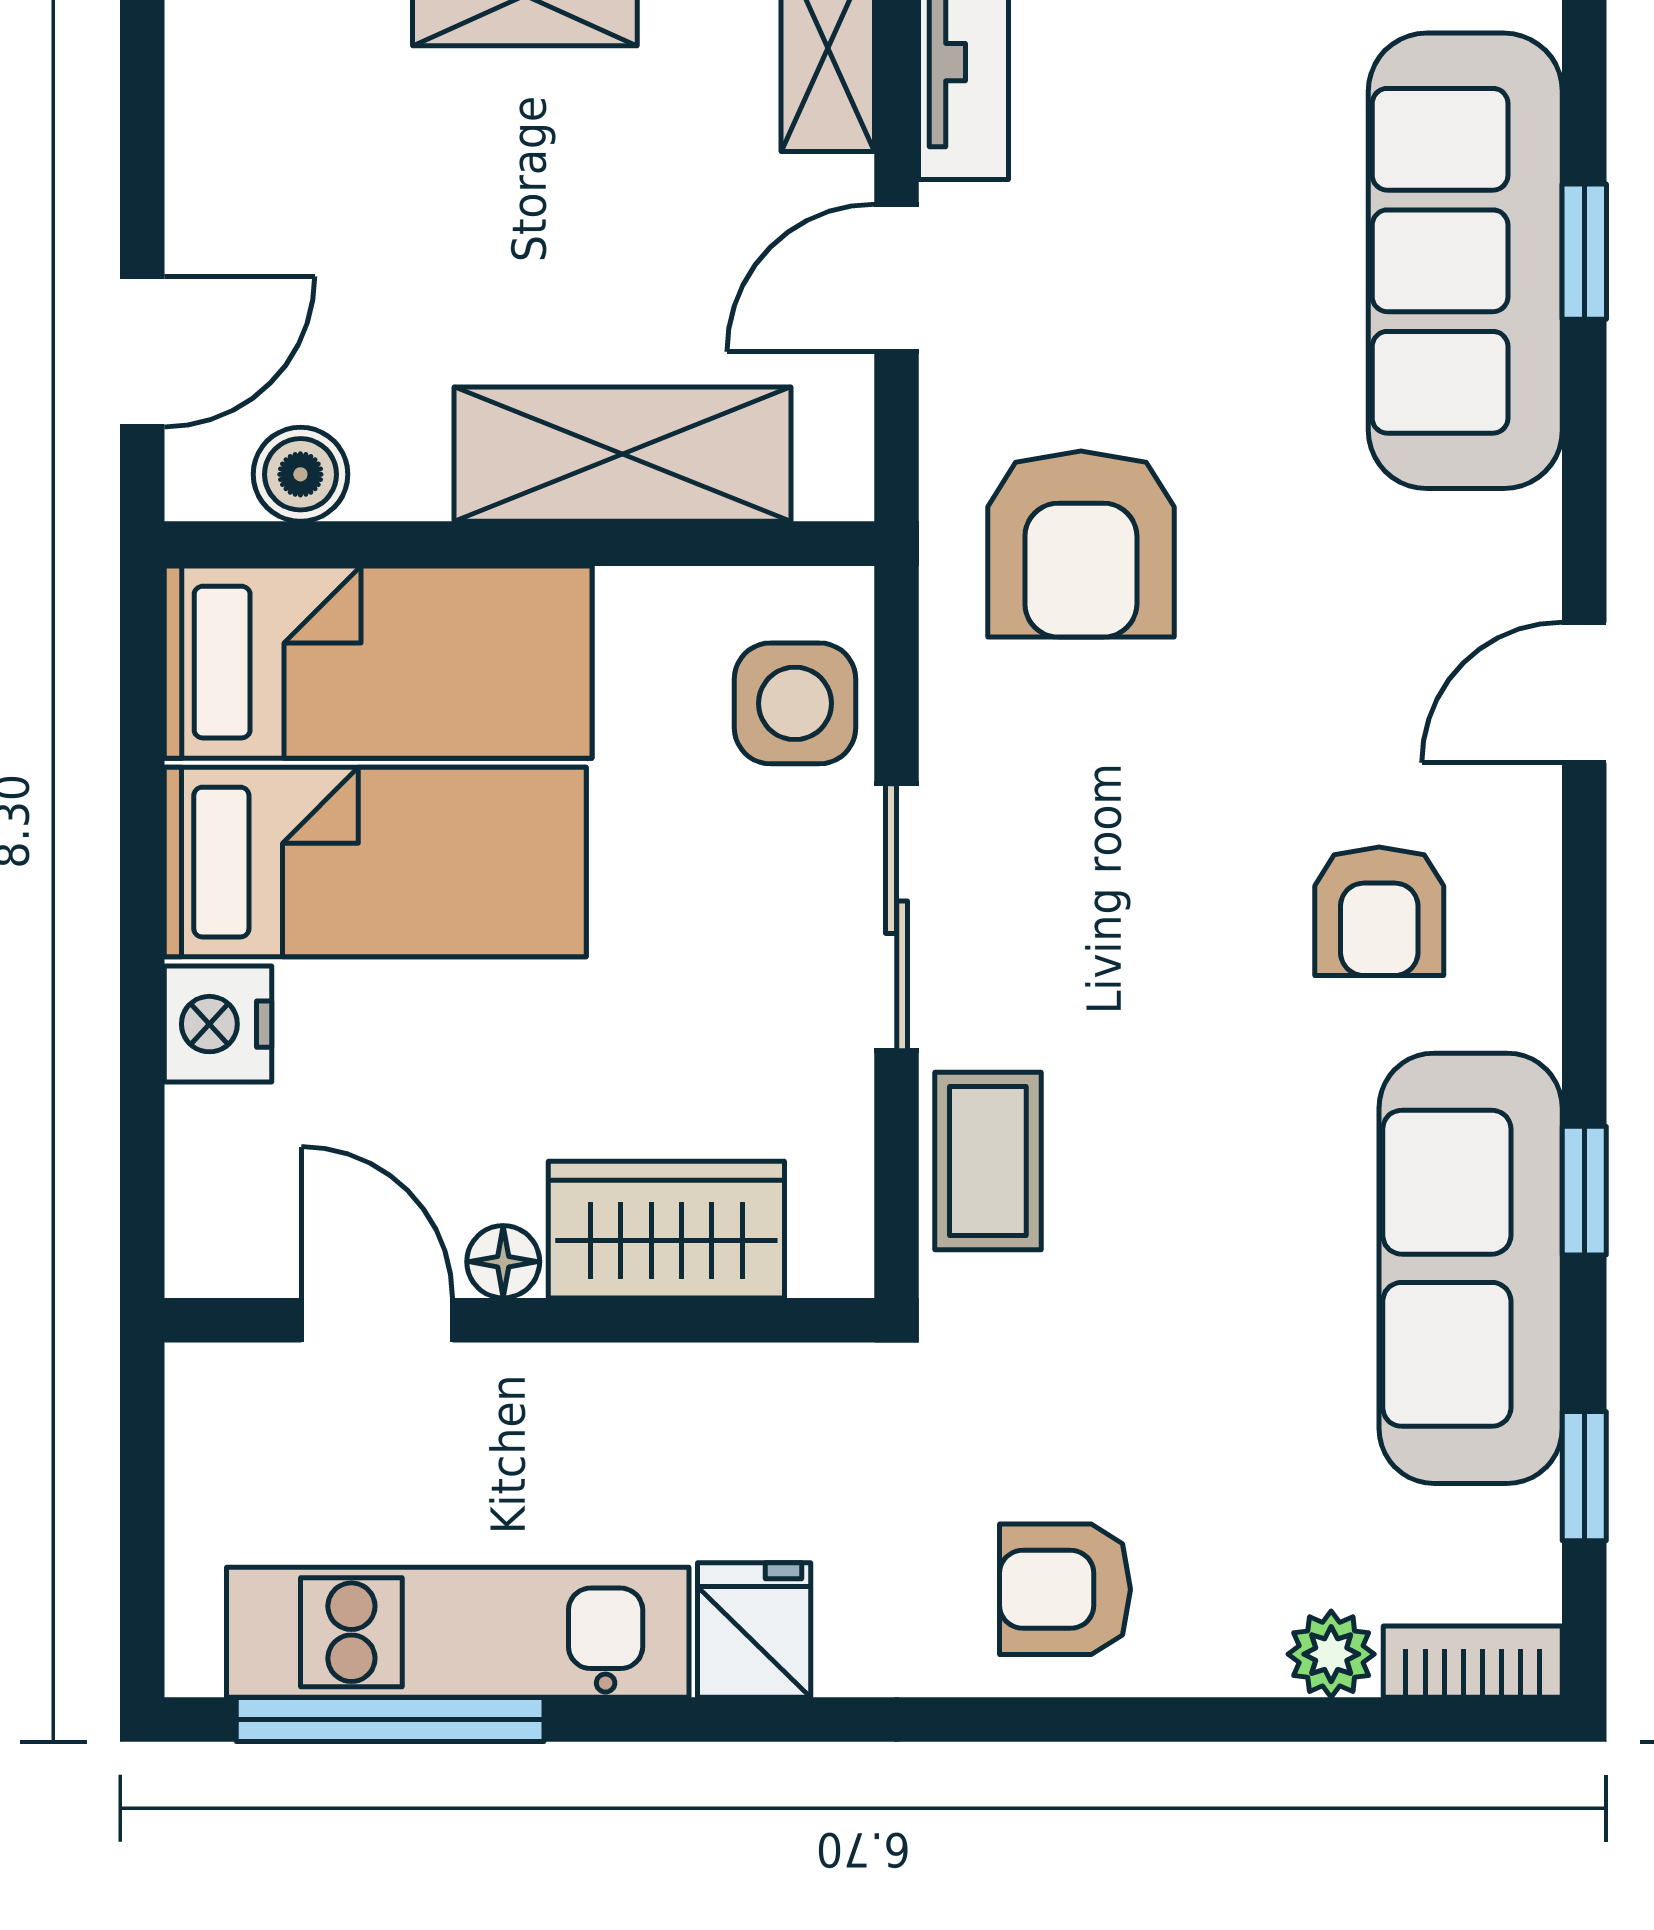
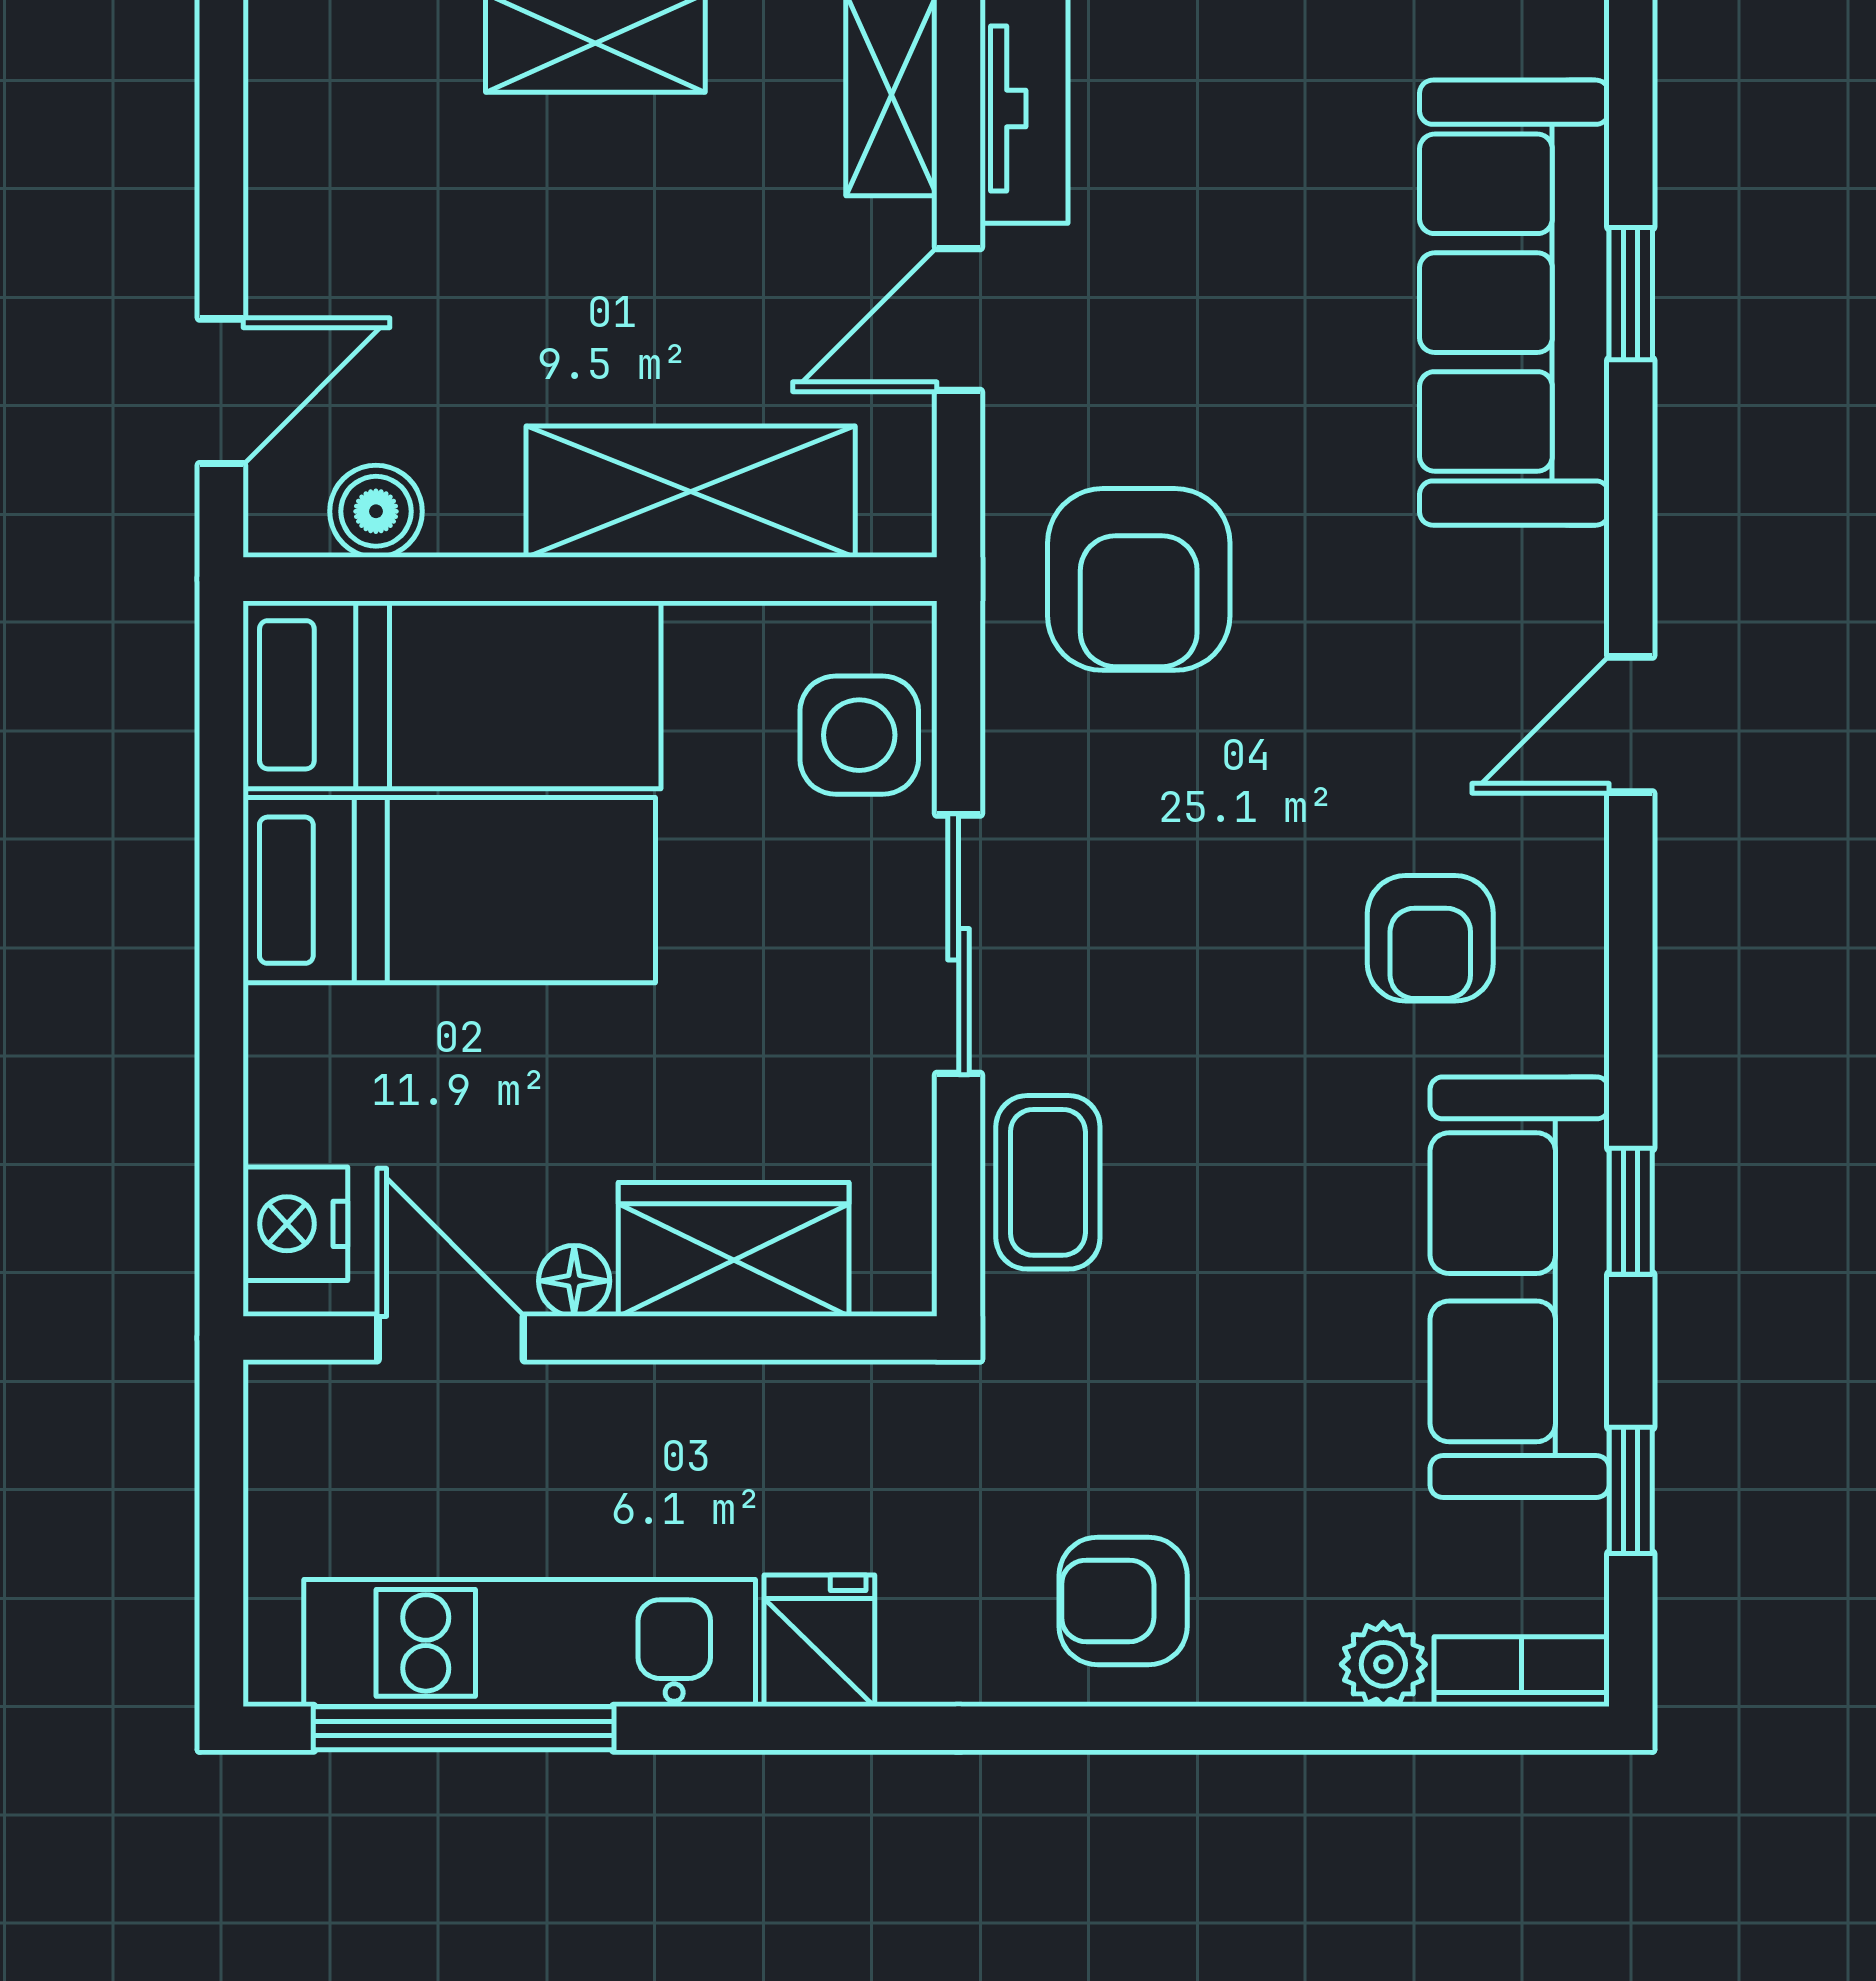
nightstand: (218, 1024) -> (295, 1224), moved

